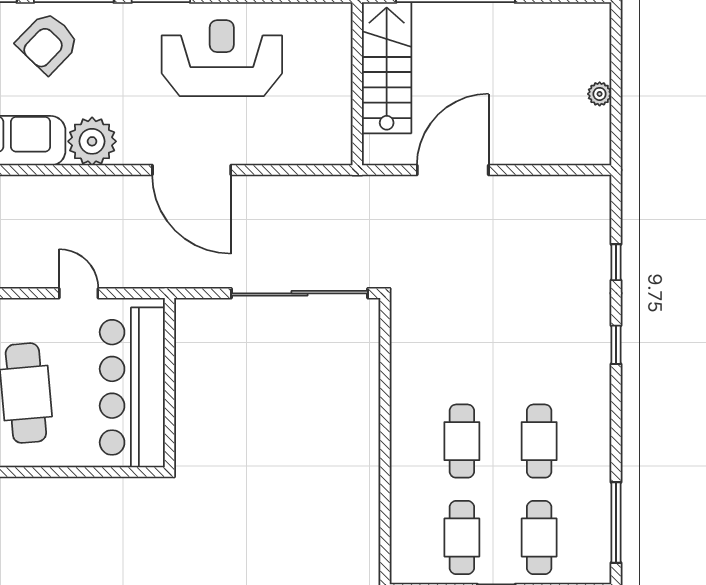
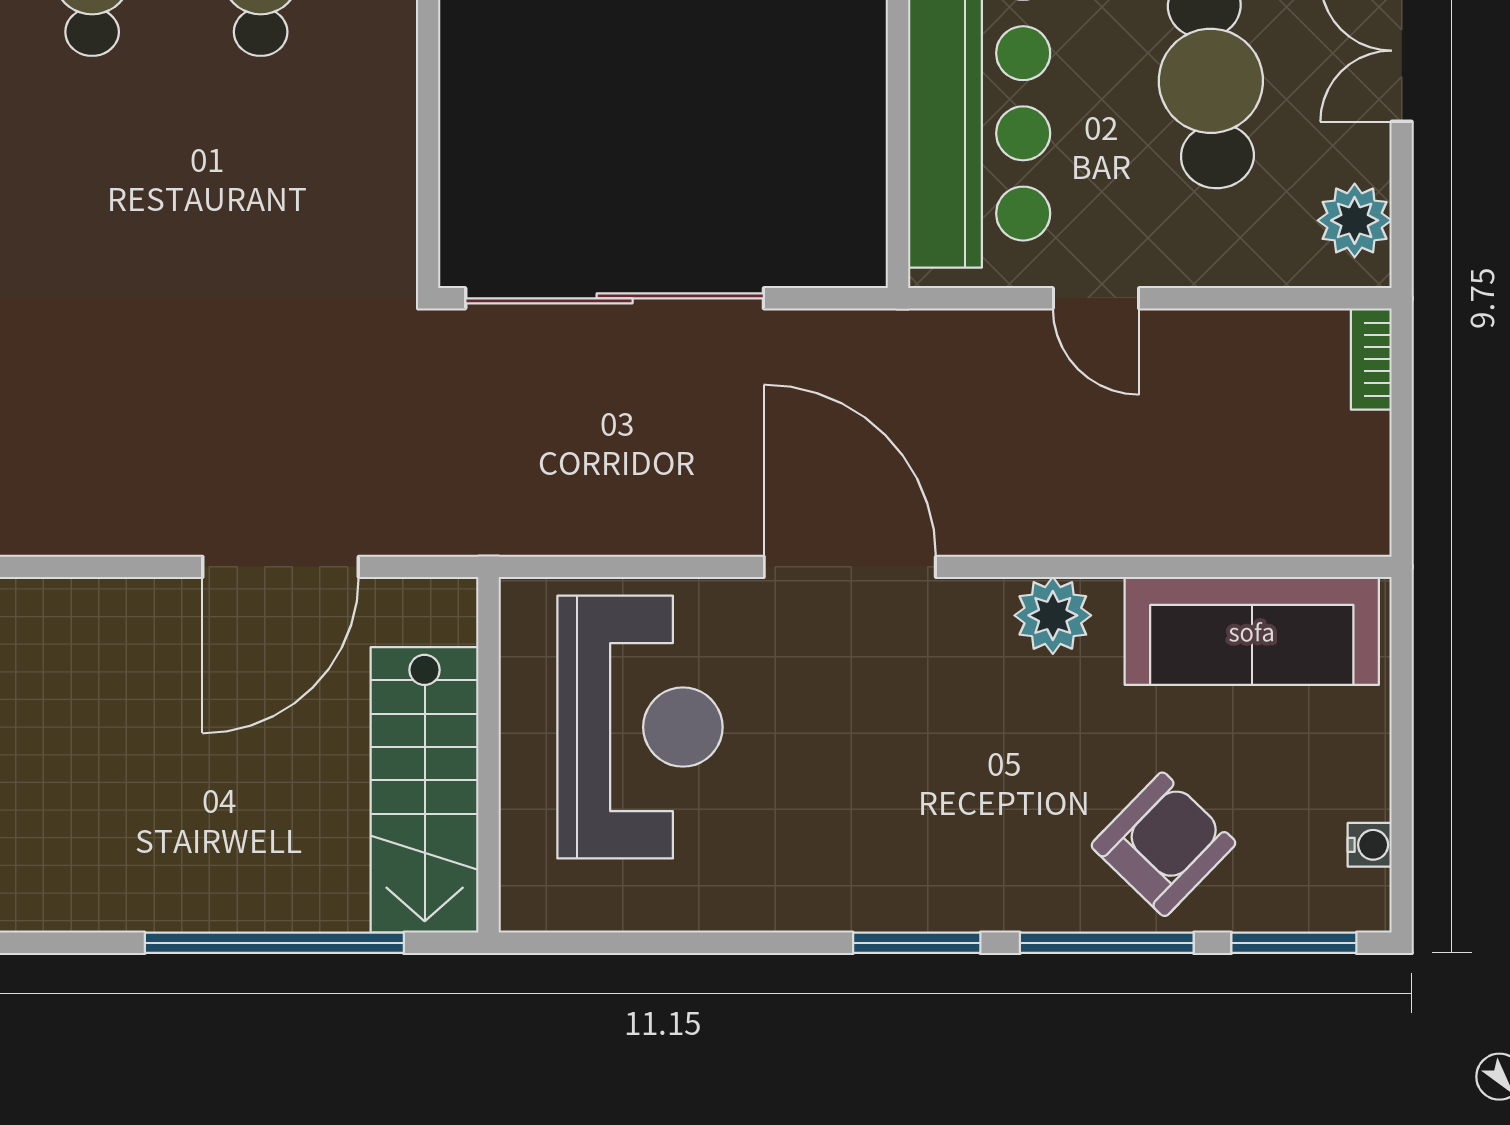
reception desk: (222, 58) -> (640, 727), moved, turned -90
plant: (92, 141) -> (1053, 615), width x0.73, depth x0.73

